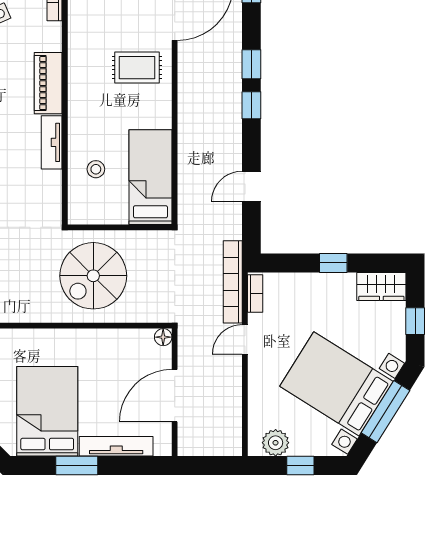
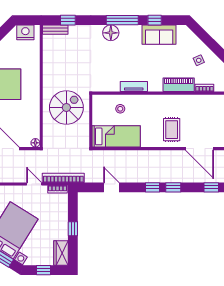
piano: (48, 83) -> (179, 85), moved
spiral stairs: (93, 276) -> (66, 108), turned 90

